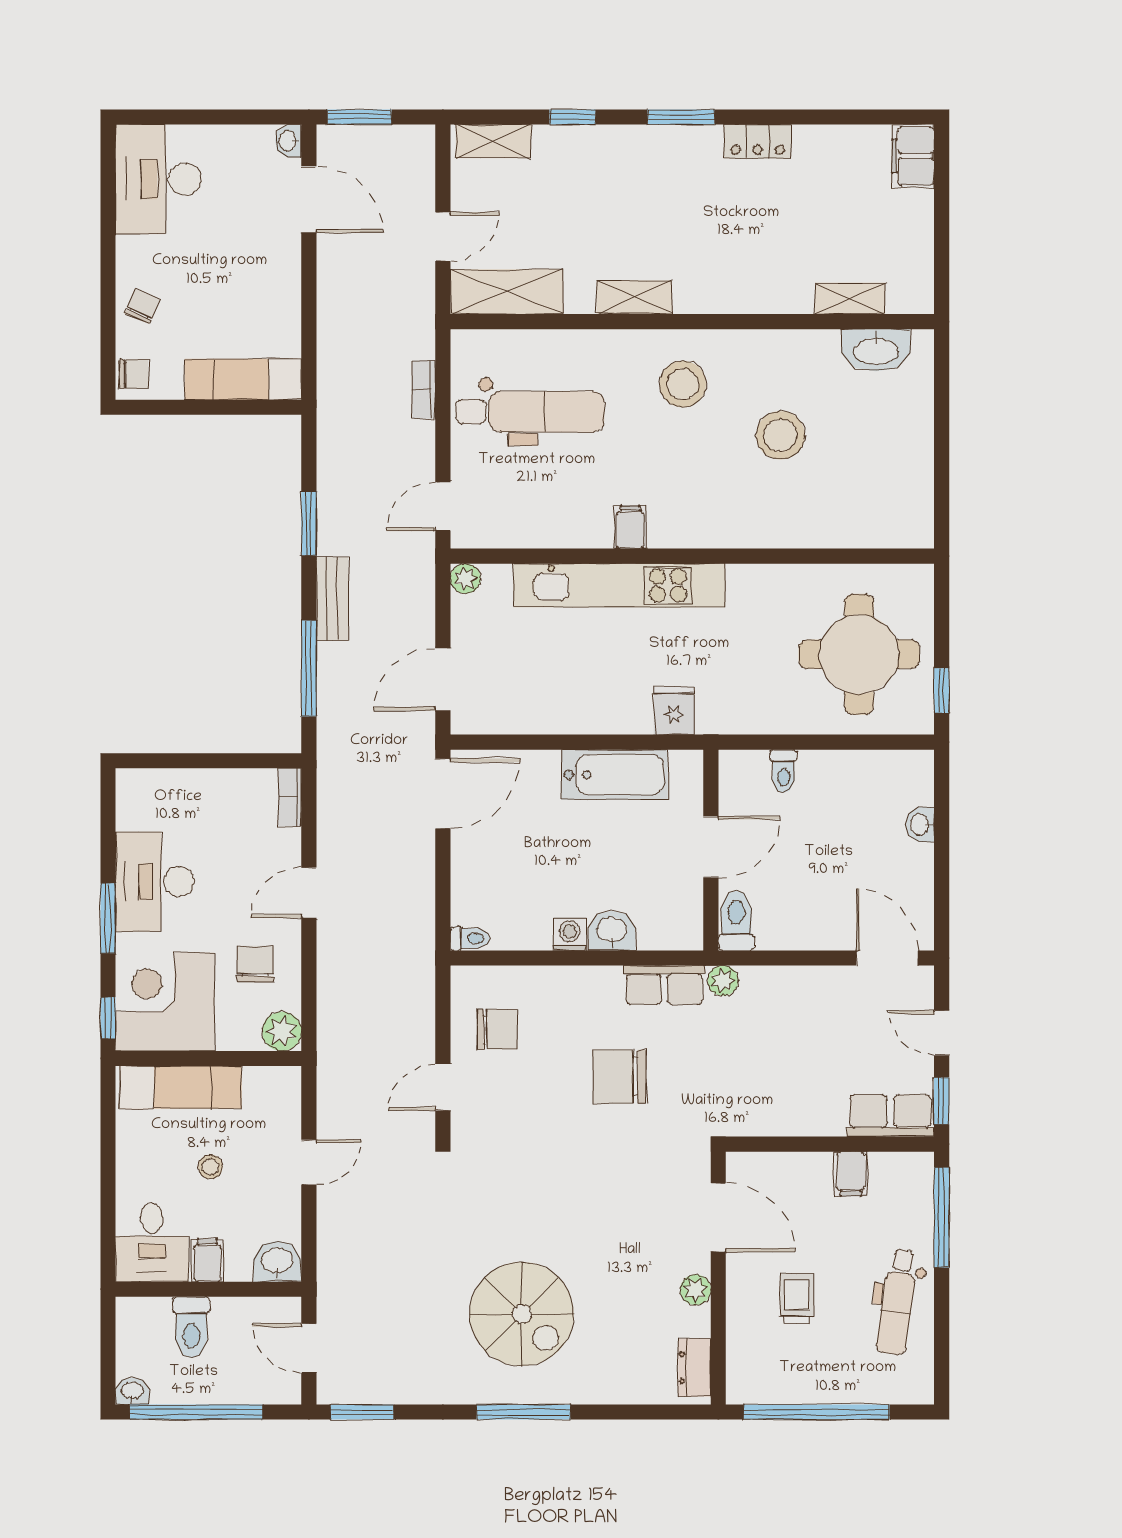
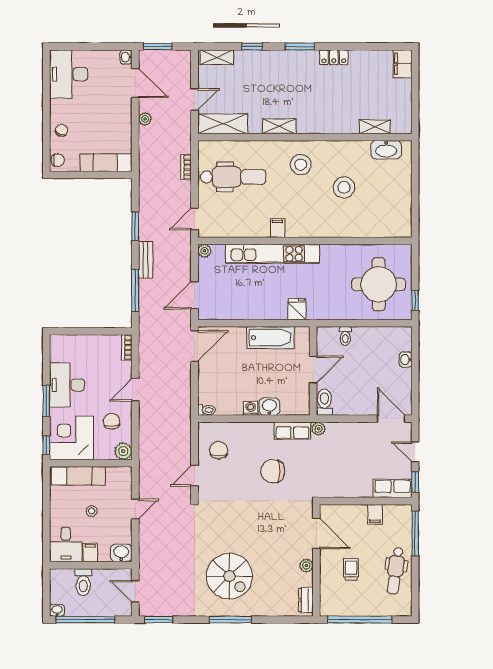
plant: (331, 281) -> (145, 119), added
chair: (497, 1029) -> (219, 450), turned -90

